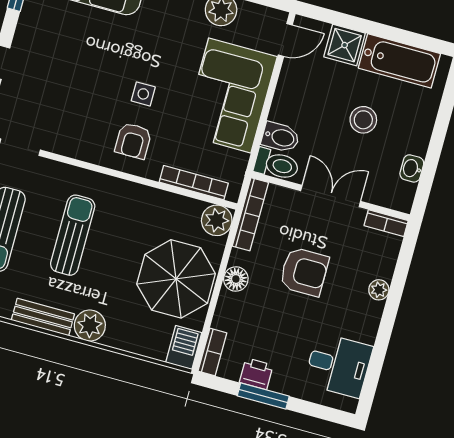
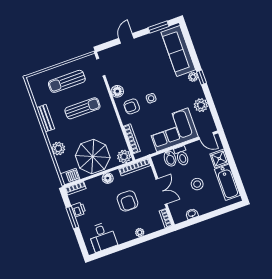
floor lamp: (86, 148) -> (117, 91), added
toilet: (277, 165) -> (182, 156), moved
plant: (90, 326) -> (58, 148), moved

